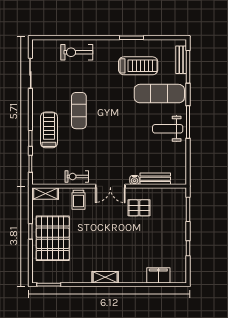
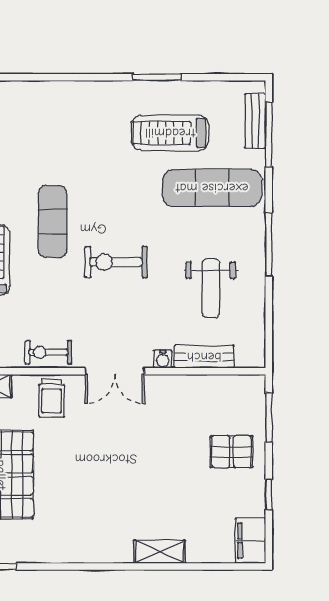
exercise bike: (77, 52) -> (116, 262), moved
treadmill: (138, 66) -> (170, 133), turned 180
weight bench: (168, 129) -> (211, 288), moved, turned -90
pallet: (139, 208) -> (231, 452), moved
filing cabinet: (158, 275) -> (251, 541), moved, turned -90
shelving: (105, 277) -> (159, 552), moved

